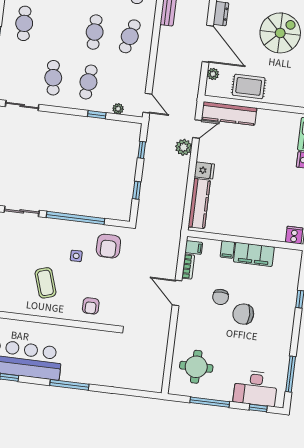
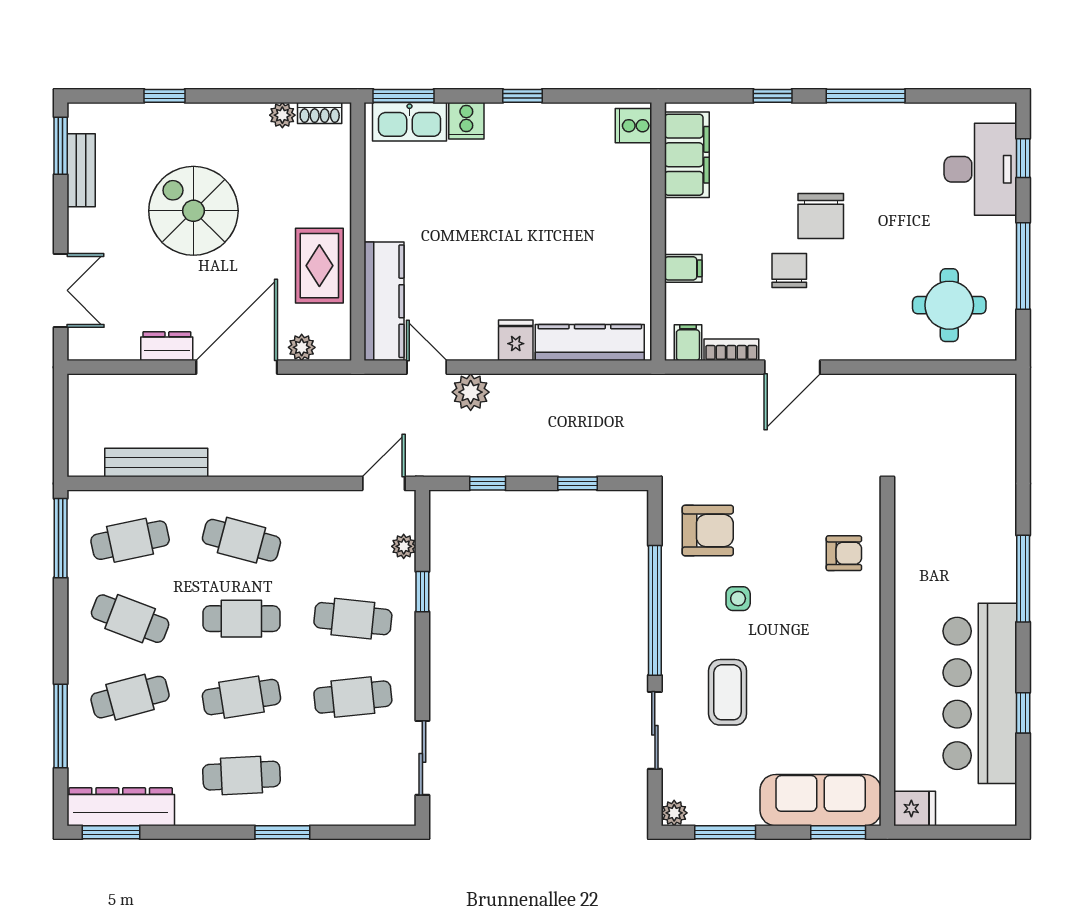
cafe table: (59, 28) -> (241, 697), added
filing cabinet: (254, 254) -> (687, 155), moved
coffee table: (45, 283) -> (728, 692), moved, turned -72
chair: (221, 297) -> (789, 271), turned -90
window: (291, 374) -> (866, 96), moved

